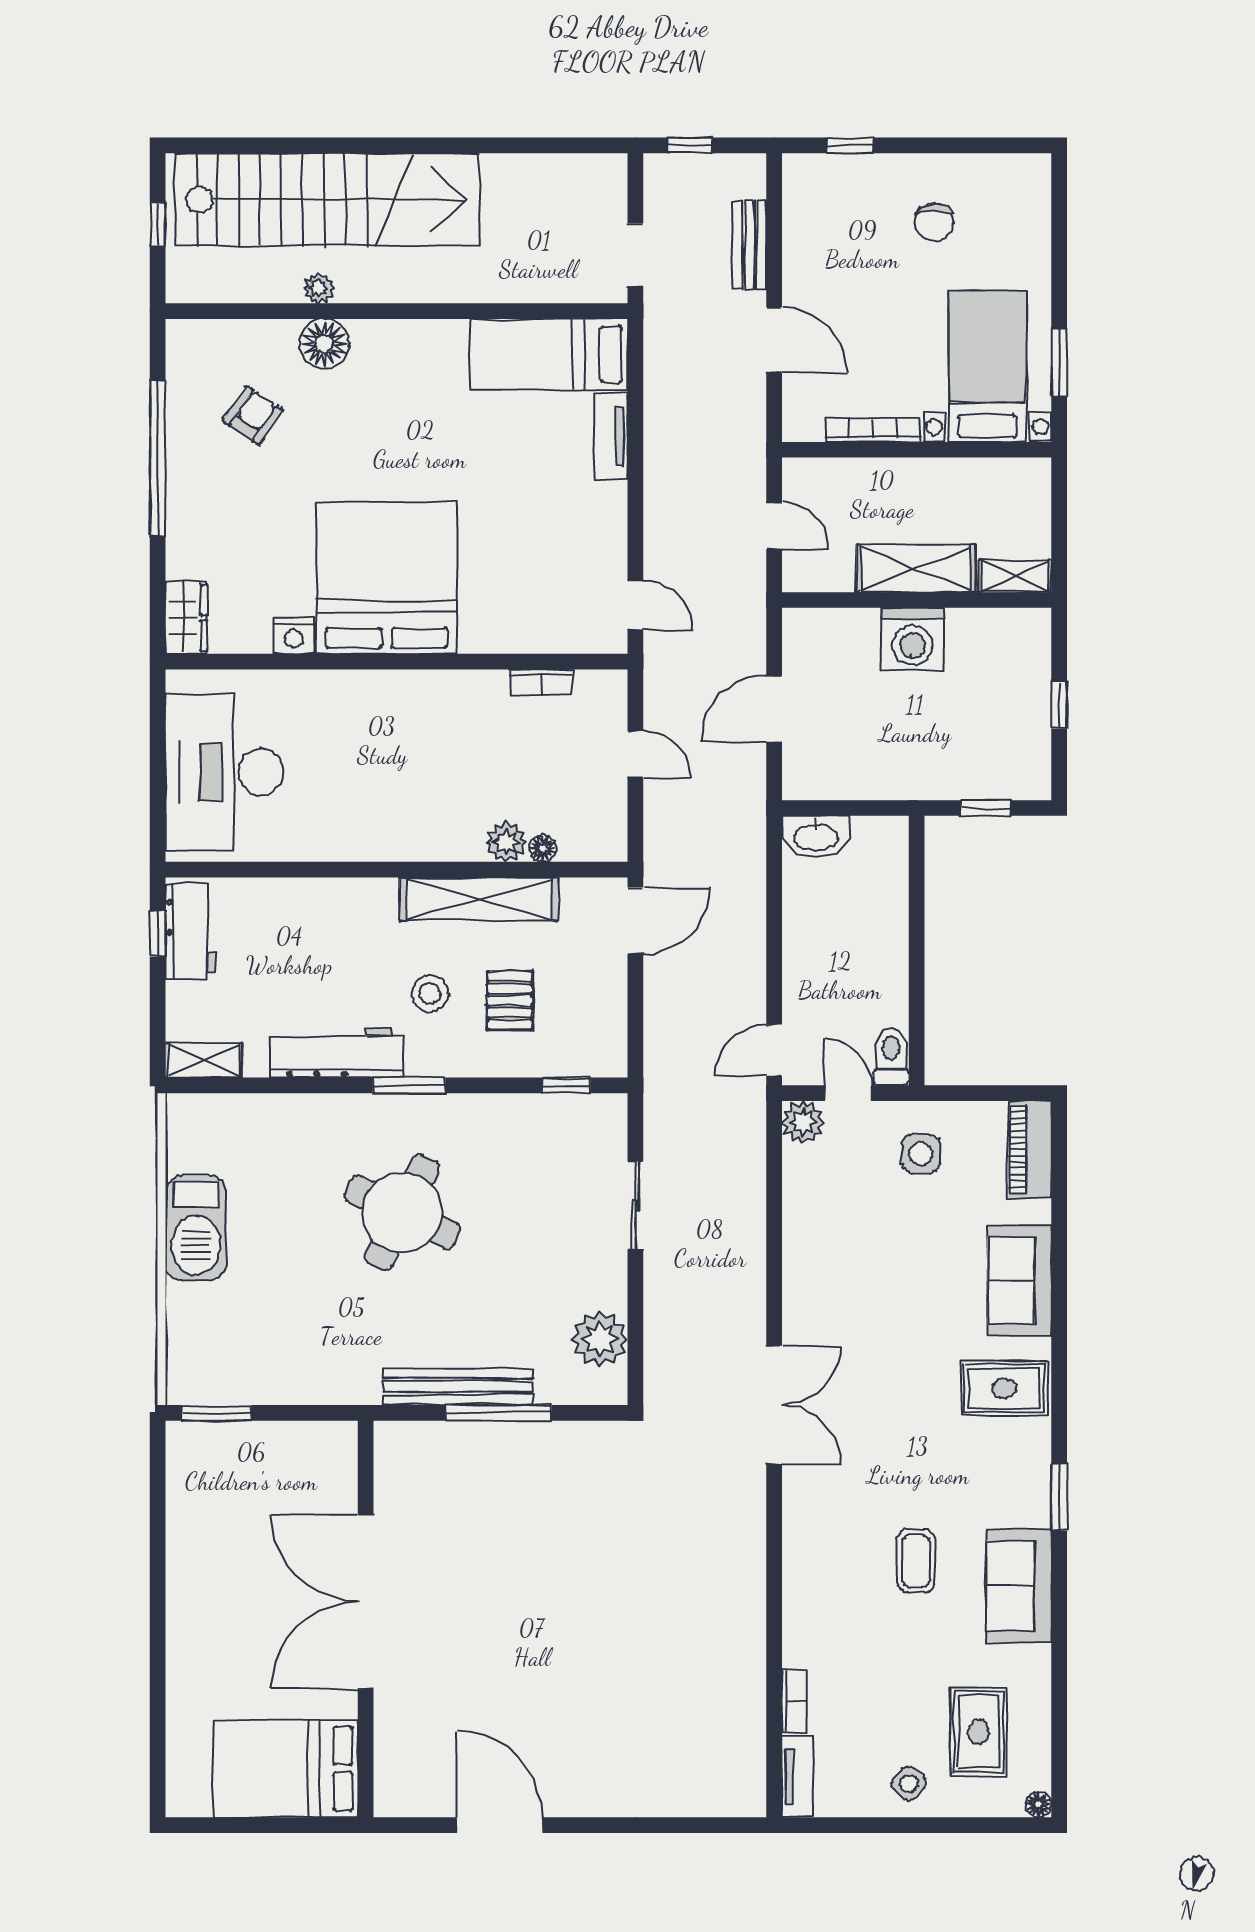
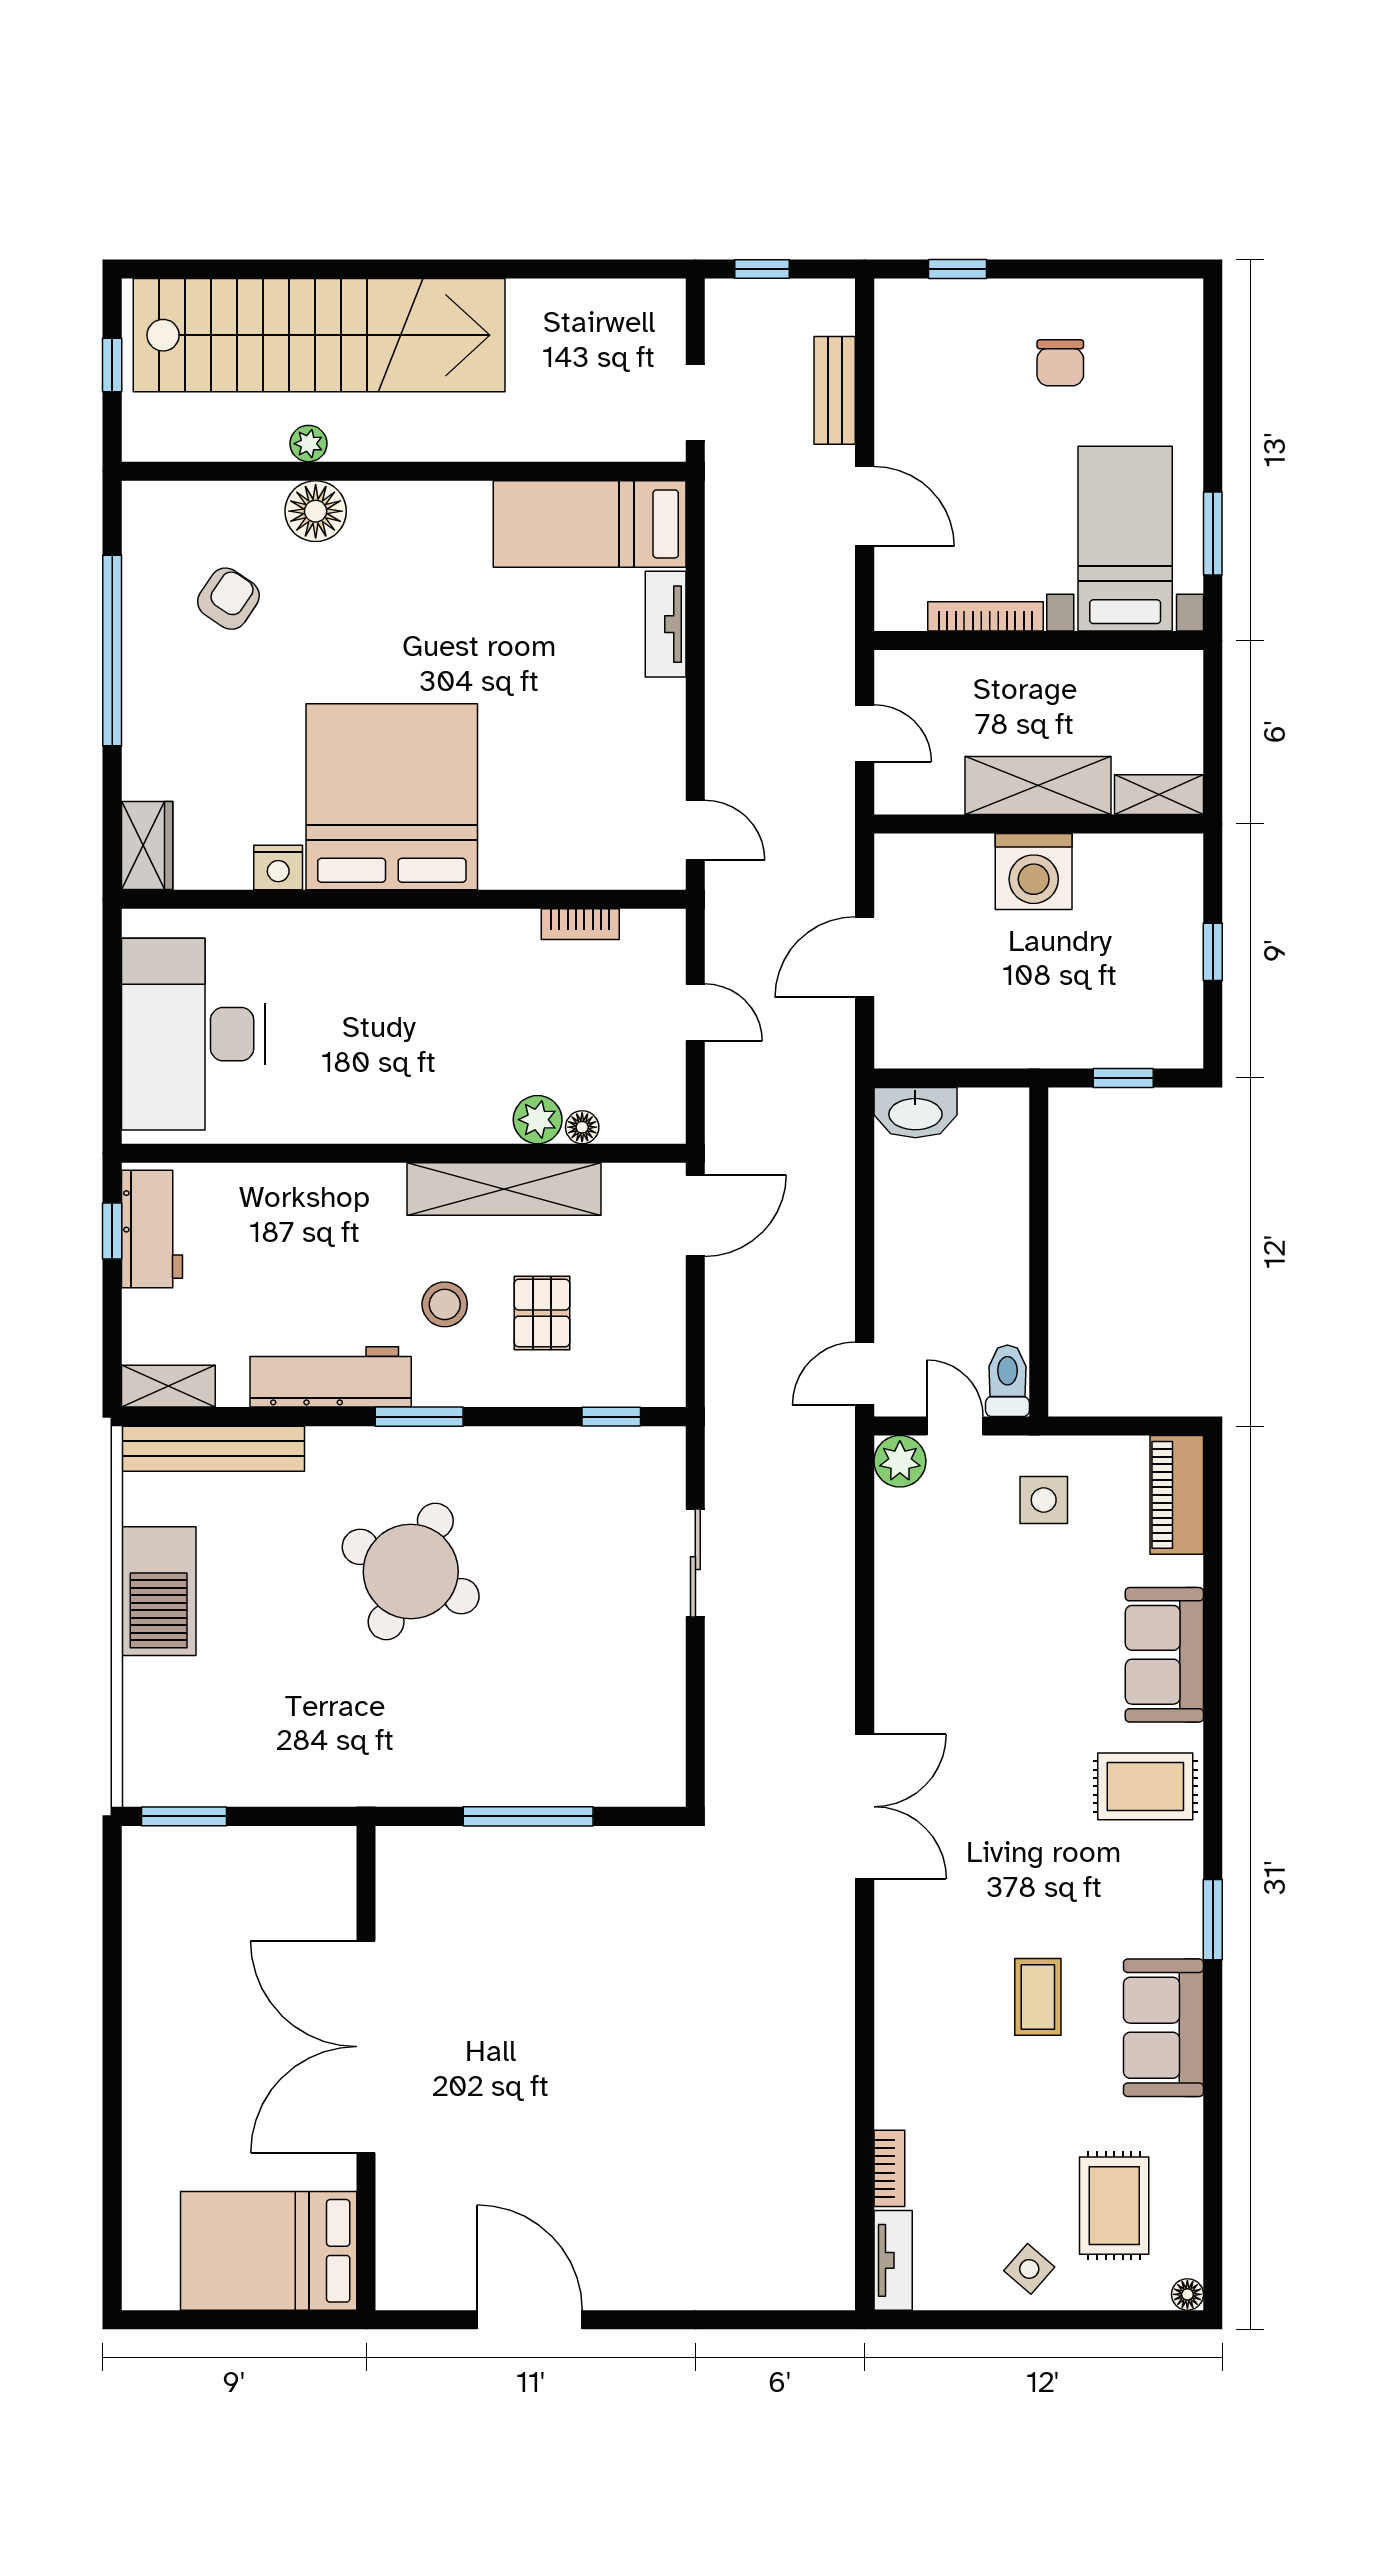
plant: (600, 1339) -> (652, 1726), removed
bench: (458, 1387) -> (213, 1449), moved

